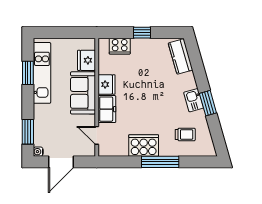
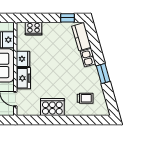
window: (142, 33) -> (68, 18), moved
kitchen sink: (194, 100) -> (88, 58), moved
window: (160, 162) -> (65, 120), removed

